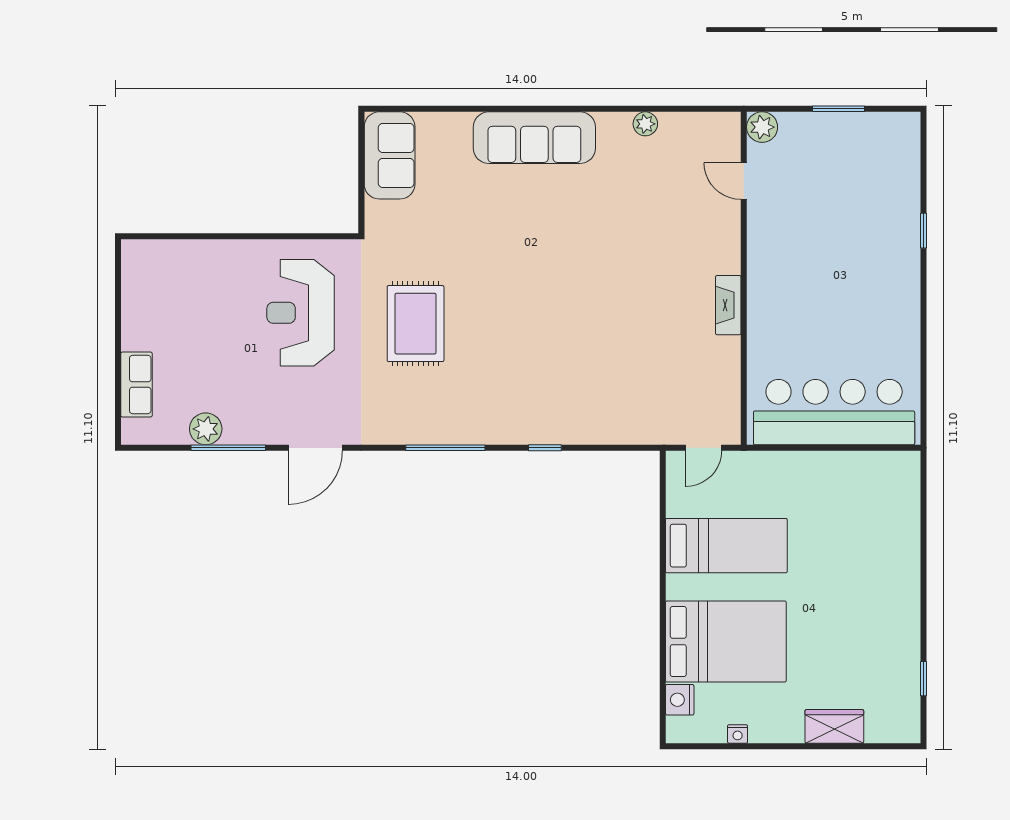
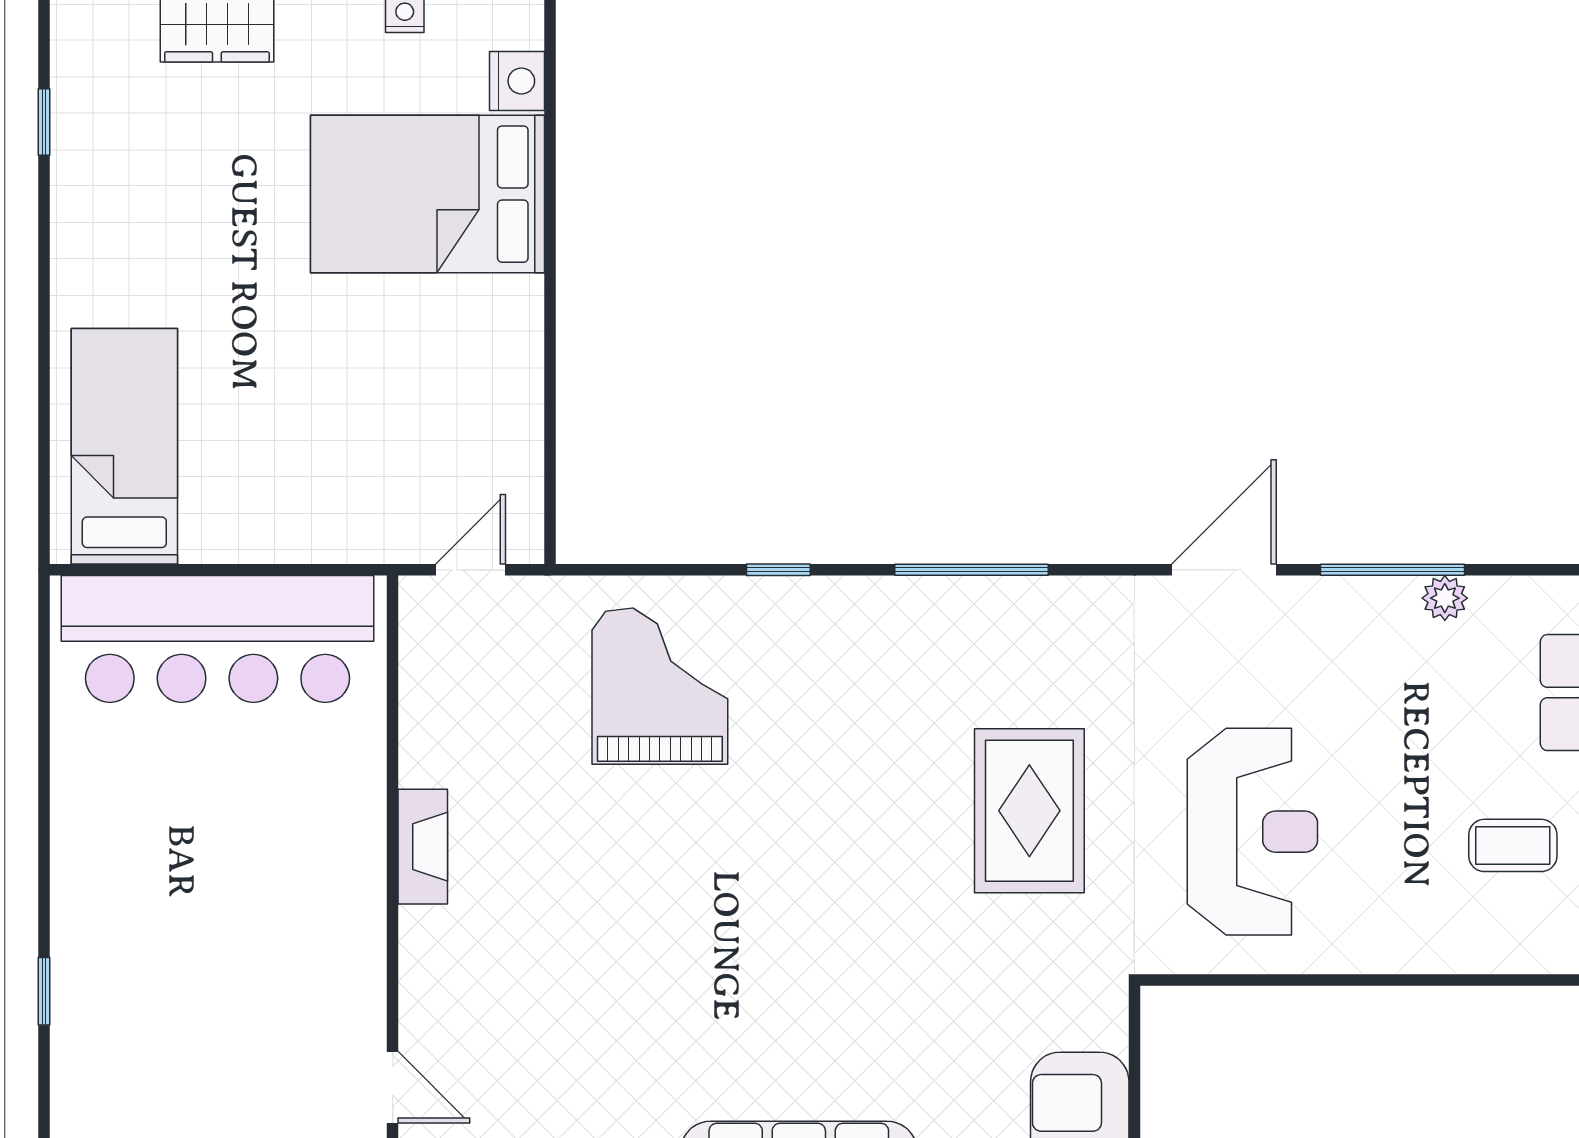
coffee table: (166, 306) -> (1513, 845), added
grand piano: (606, 388) -> (660, 686), added
plant: (206, 429) -> (1445, 598), width x0.73, depth x0.73
bed: (726, 546) -> (124, 446), moved, turned 90

